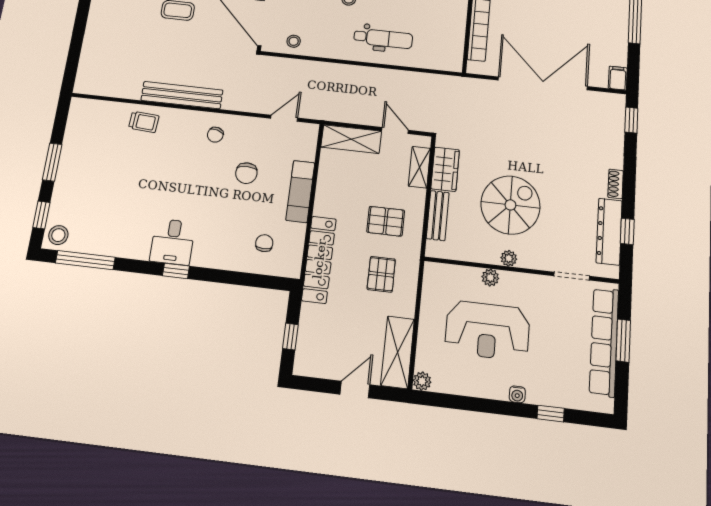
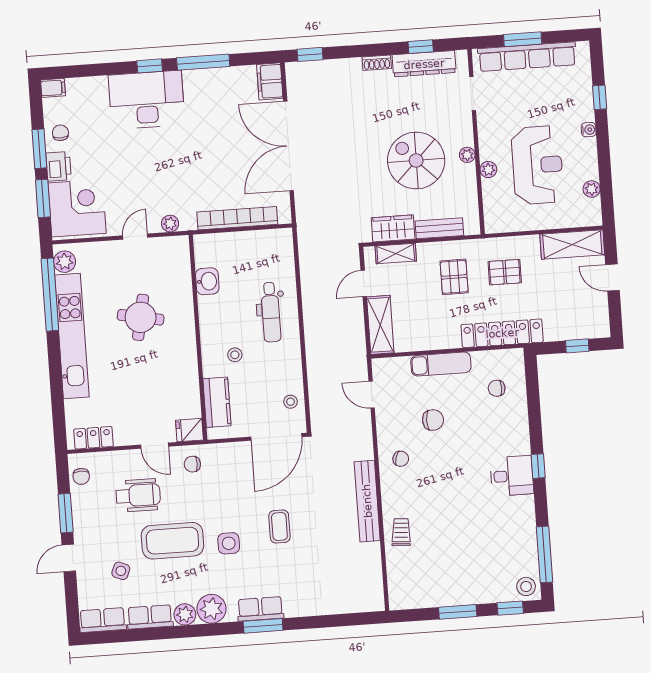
dental chair: (383, 38) -> (271, 312), turned 180
filing cabinet: (618, 78) -> (270, 81), width x2.00
plant: (422, 381) -> (592, 189), moved

